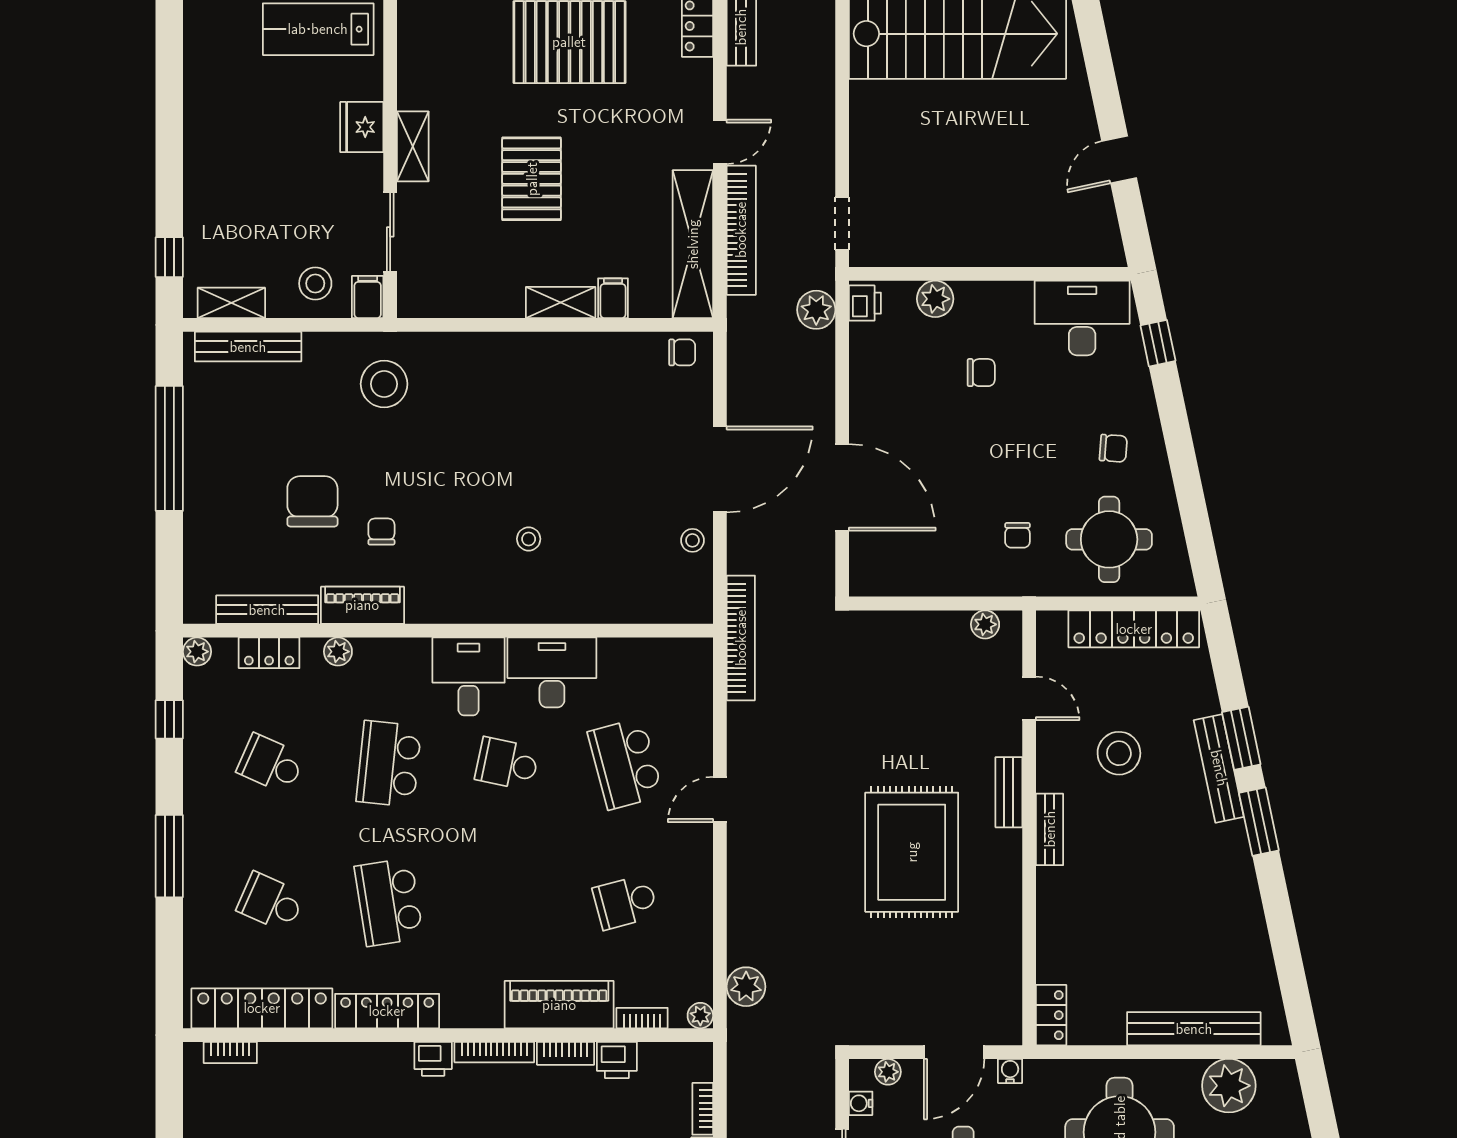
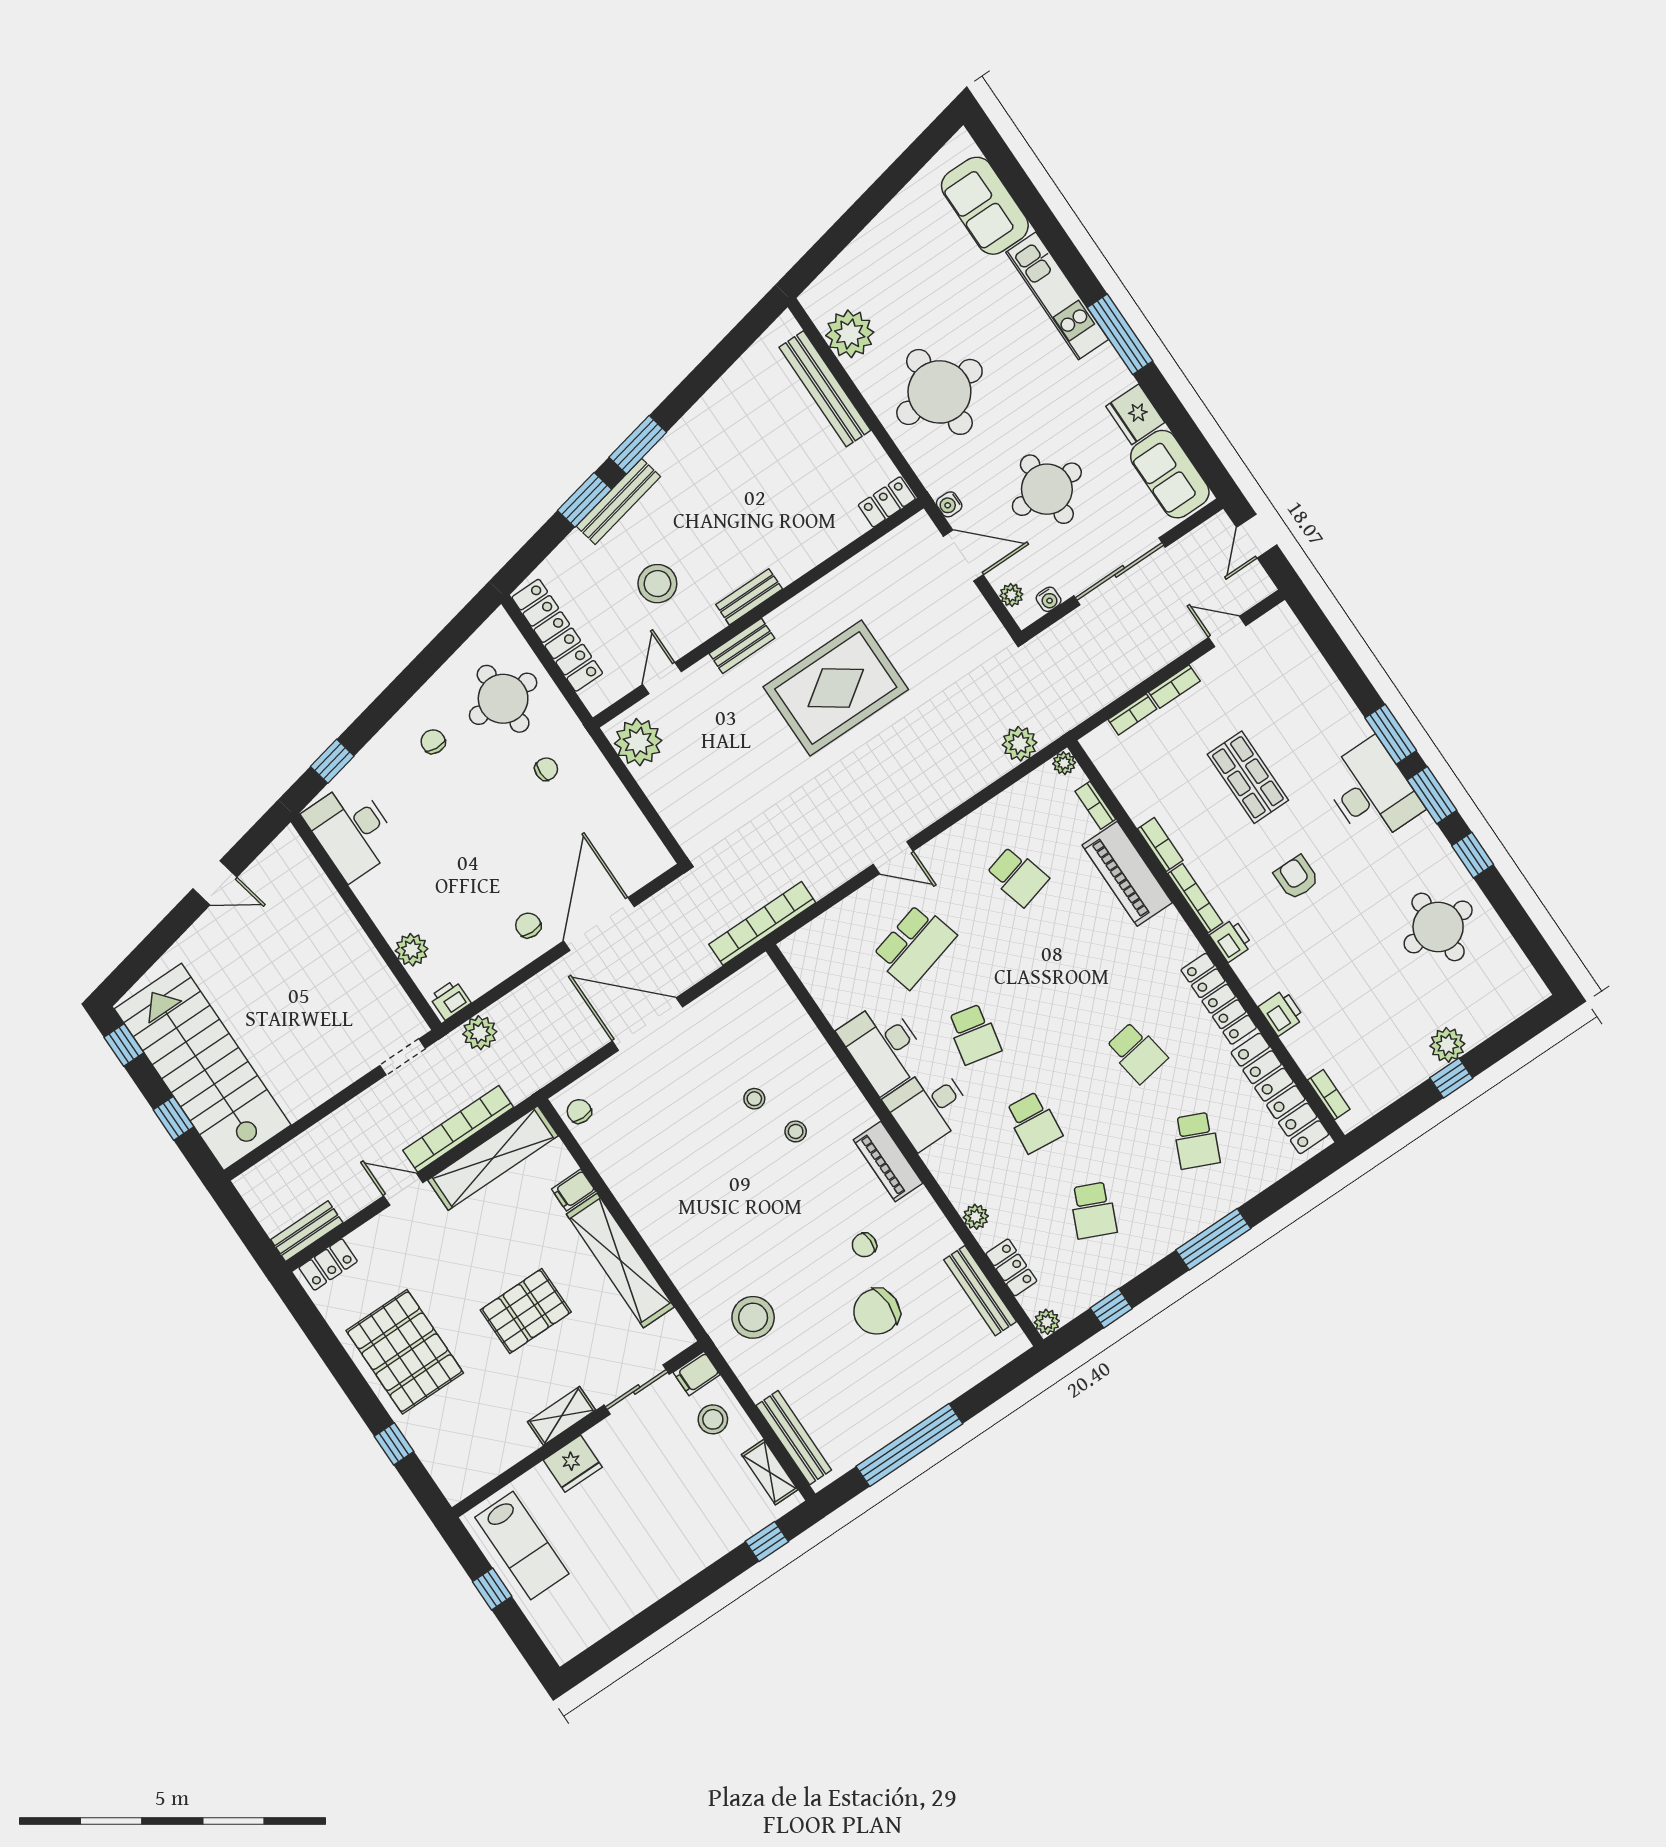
shelving: (561, 302) -> (620, 1261), width x2.20, depth x1.33
chair: (981, 373) -> (528, 925), moved
stool: (692, 540) -> (754, 1099), moved
piano: (362, 605) -> (888, 1162), moved
plant: (985, 624) -> (638, 742), width x1.87, depth x1.87
school desk: (389, 764) -> (1034, 1122), width x0.54
school desk: (389, 902) -> (1137, 1052), width x0.54
printer: (617, 1060) -> (1281, 1013), moved

